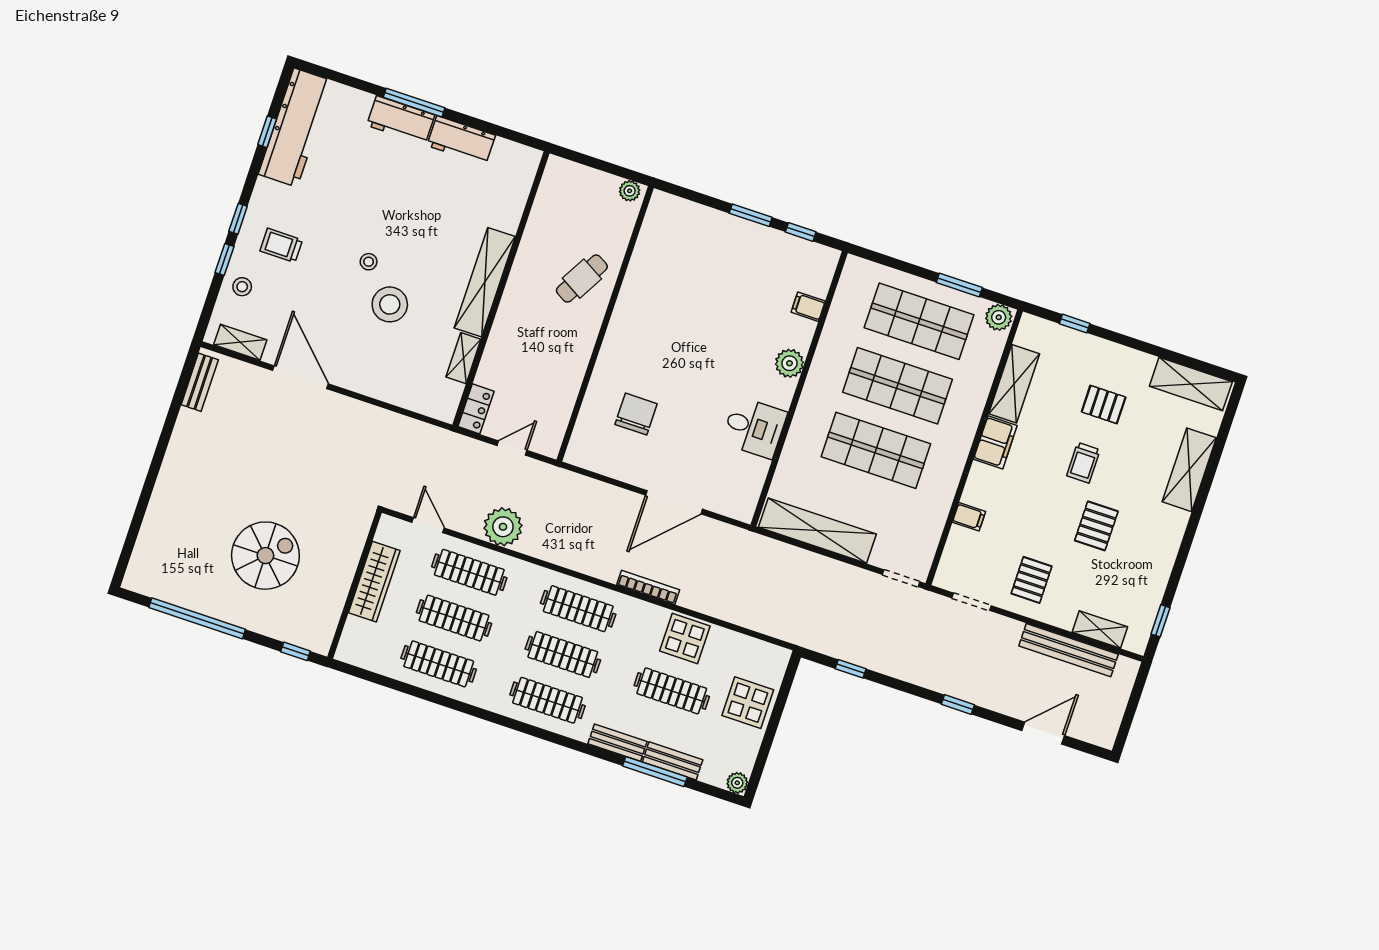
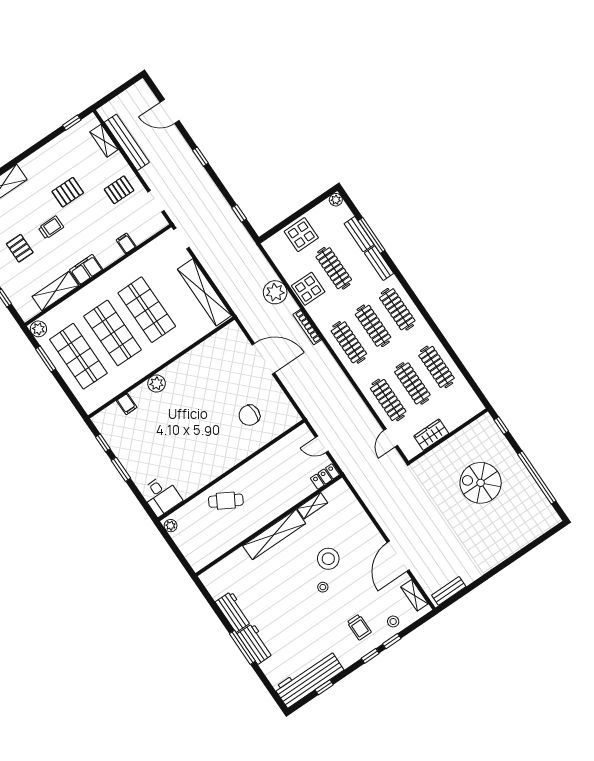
desk: (754, 427) -> (161, 496), moved, turned 180
plant: (503, 527) -> (275, 292), moved
wardrobe: (374, 582) -> (431, 435), width x0.67

